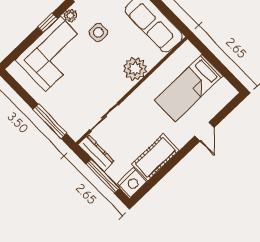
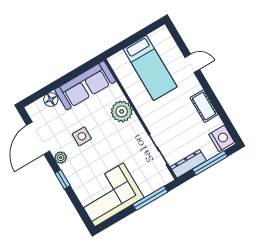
corner sofa: (53, 54) -> (109, 195), moved, turned -90
cot: (155, 157) -> (204, 106), width x0.73, depth x0.75

